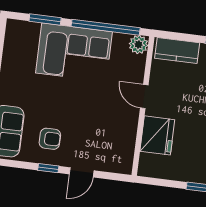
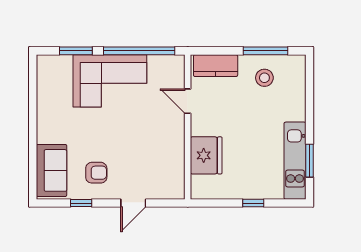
plant: (138, 44) -> (175, 64), removed
door: (144, 96) -> (188, 101), moved
window: (48, 168) -> (81, 203), moved

